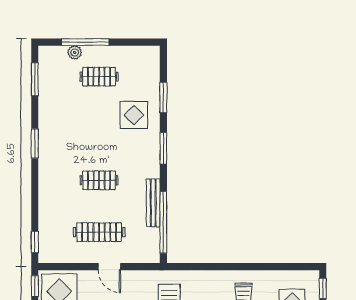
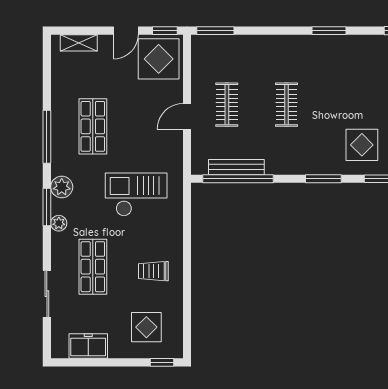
bench: (153, 203) -> (236, 167), moved
clothes rail: (99, 232) -> (227, 105), width x0.73
window: (35, 242) -> (215, 31), width x1.50

